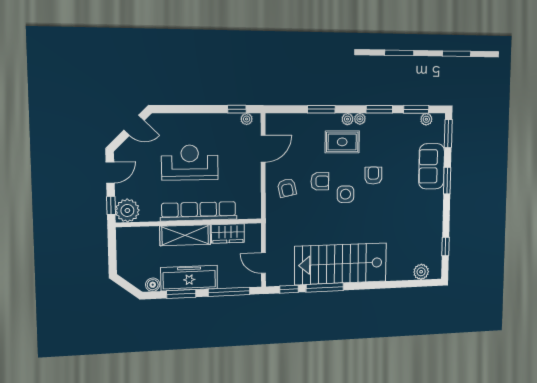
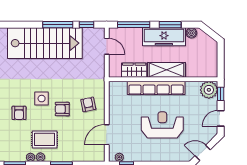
reception desk: (190, 163) -> (162, 125), turned 180

